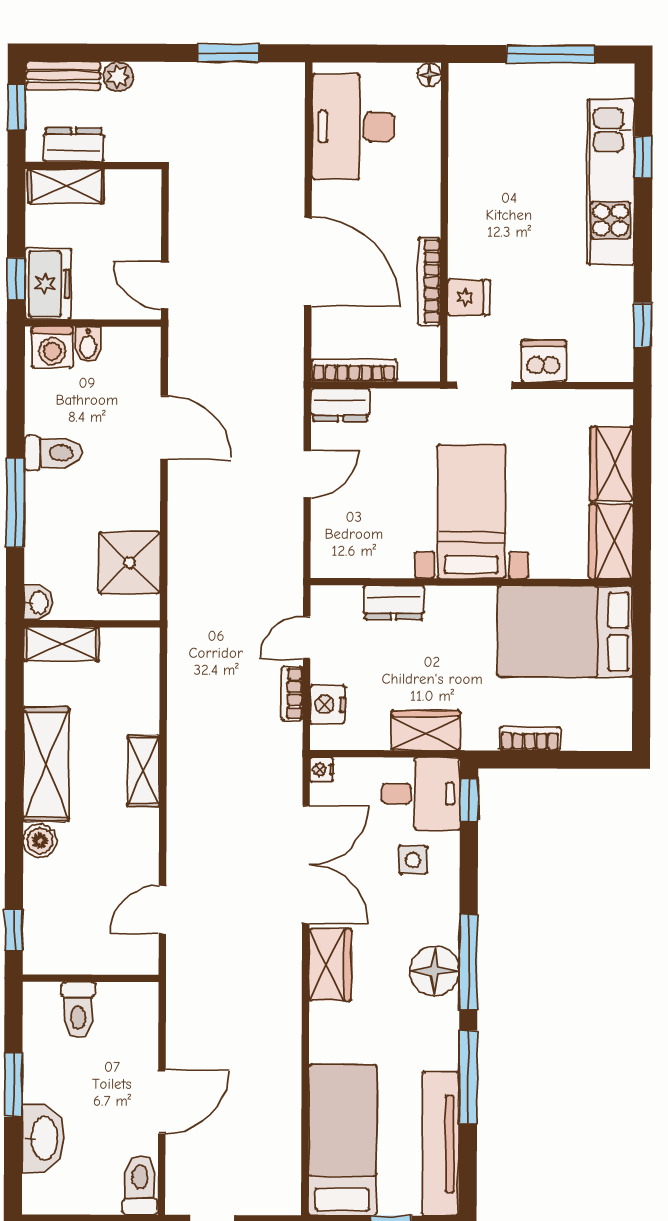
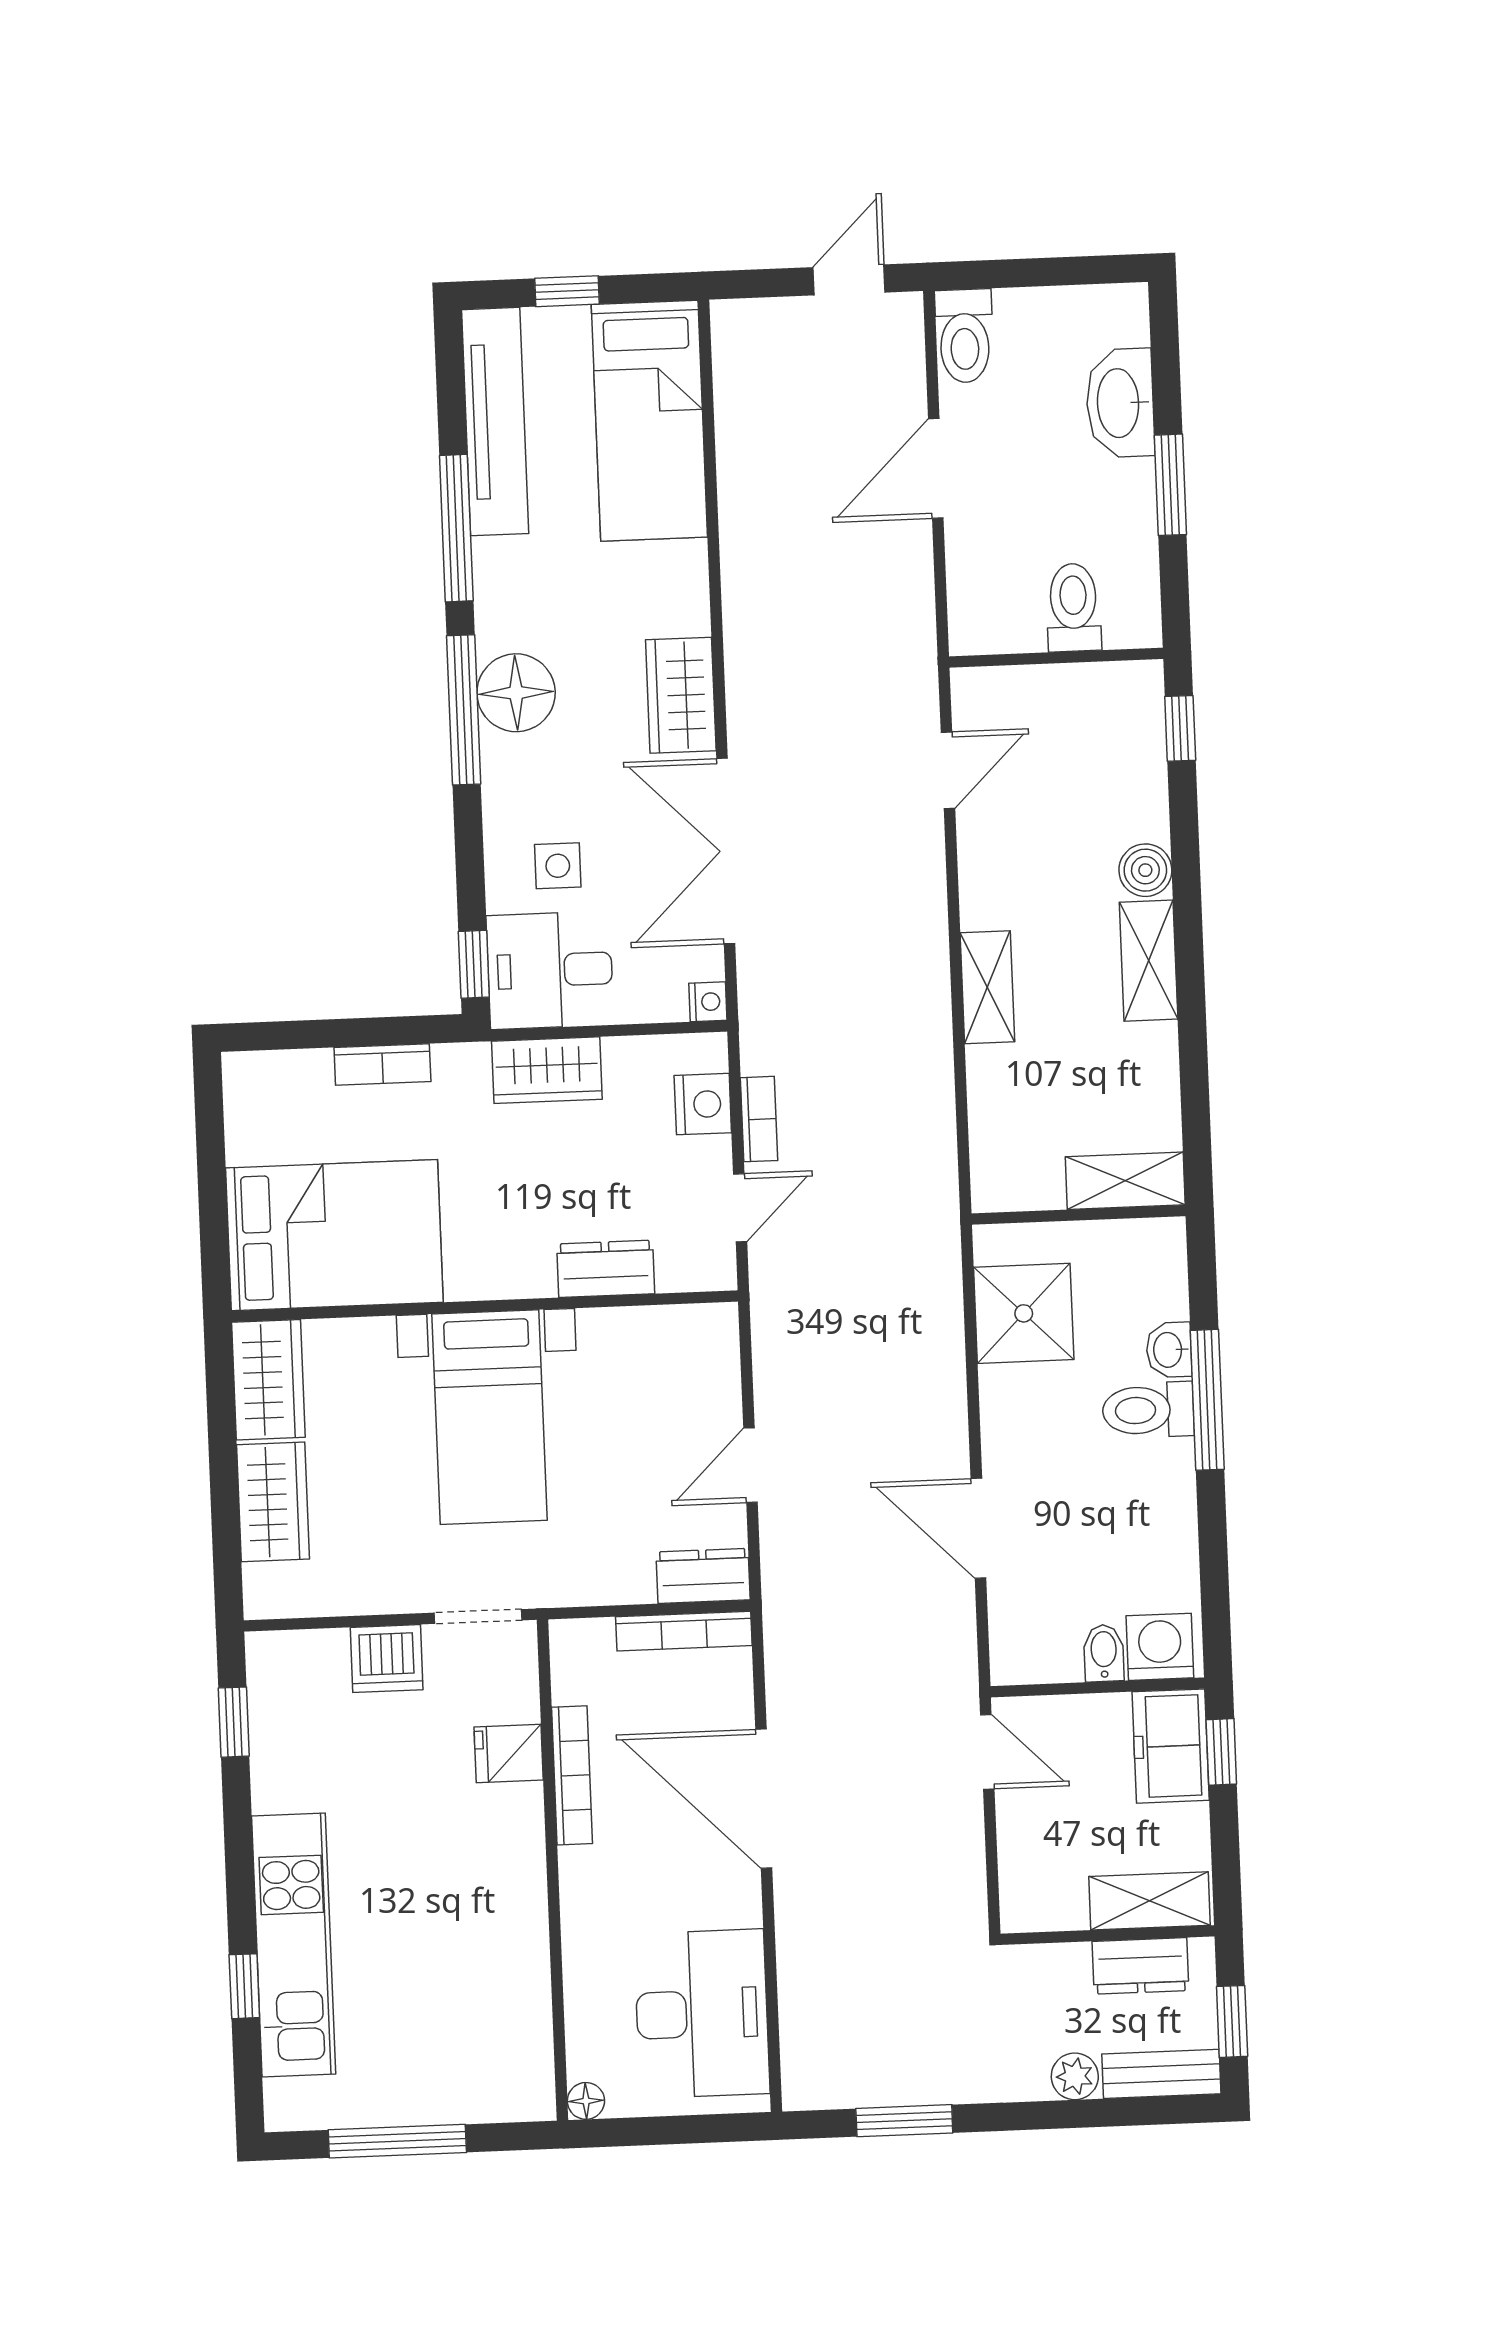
toilet: (53, 453) -> (1148, 1410), moved
washbasin: (38, 603) -> (1169, 1350), moved
shelving: (46, 764) -> (1149, 961), width x0.67, depth x0.75

